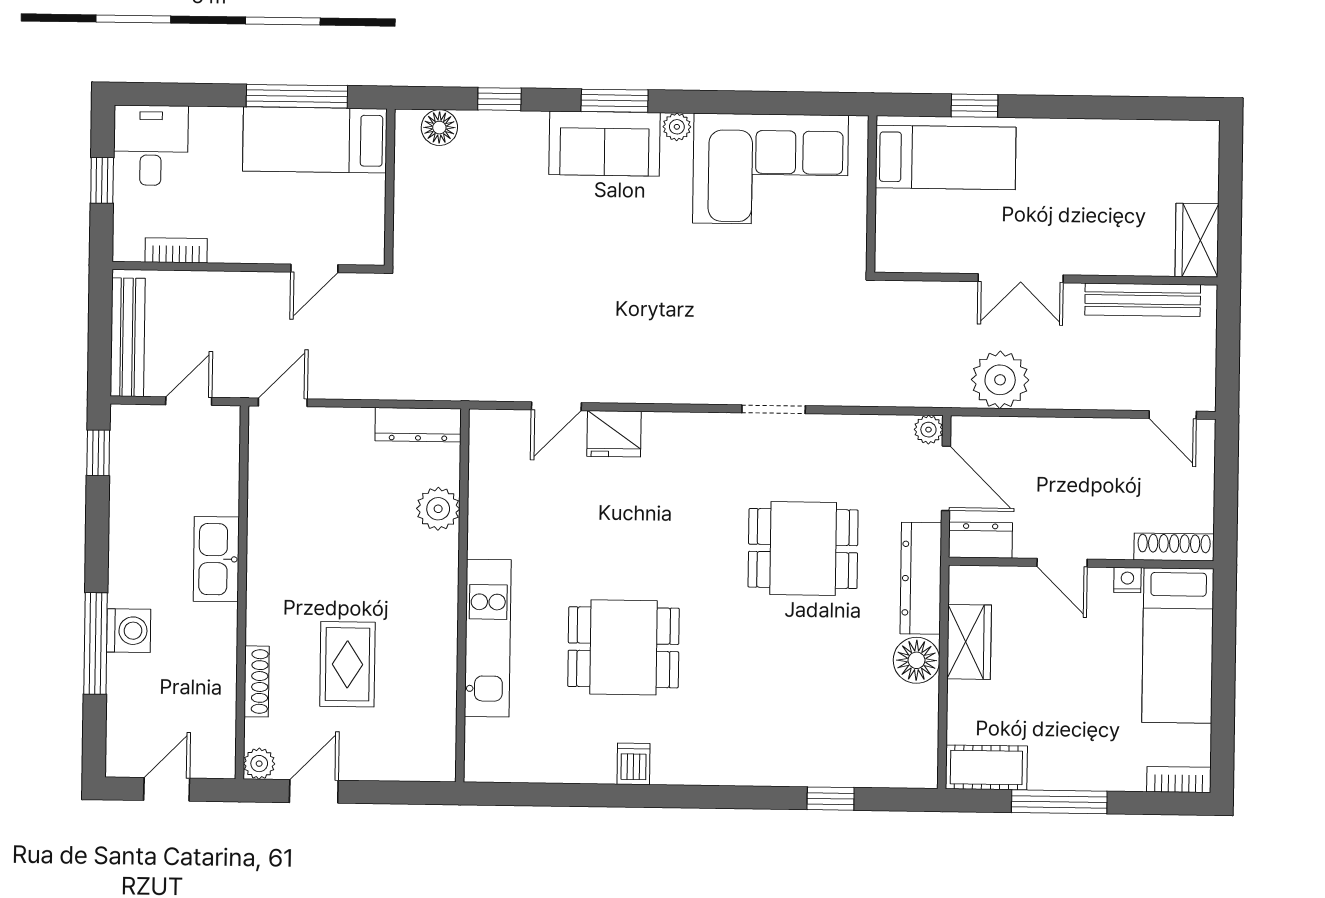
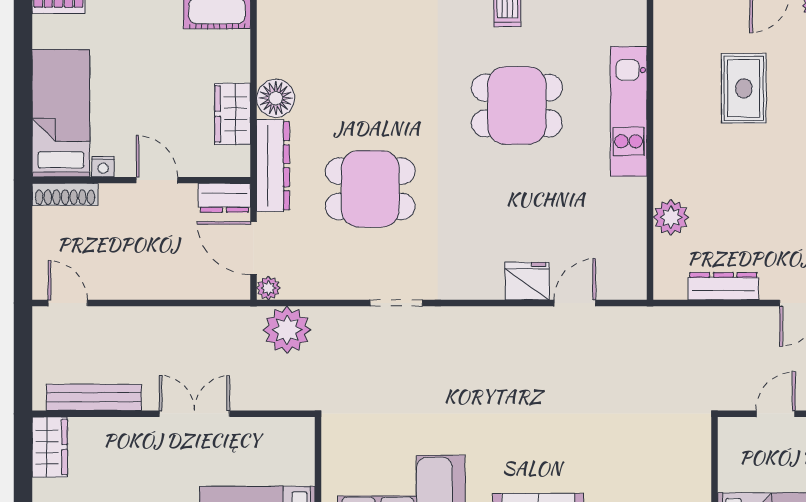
plant: (1000, 380) -> (287, 330), moved
dresser: (418, 425) -> (723, 286), moved

